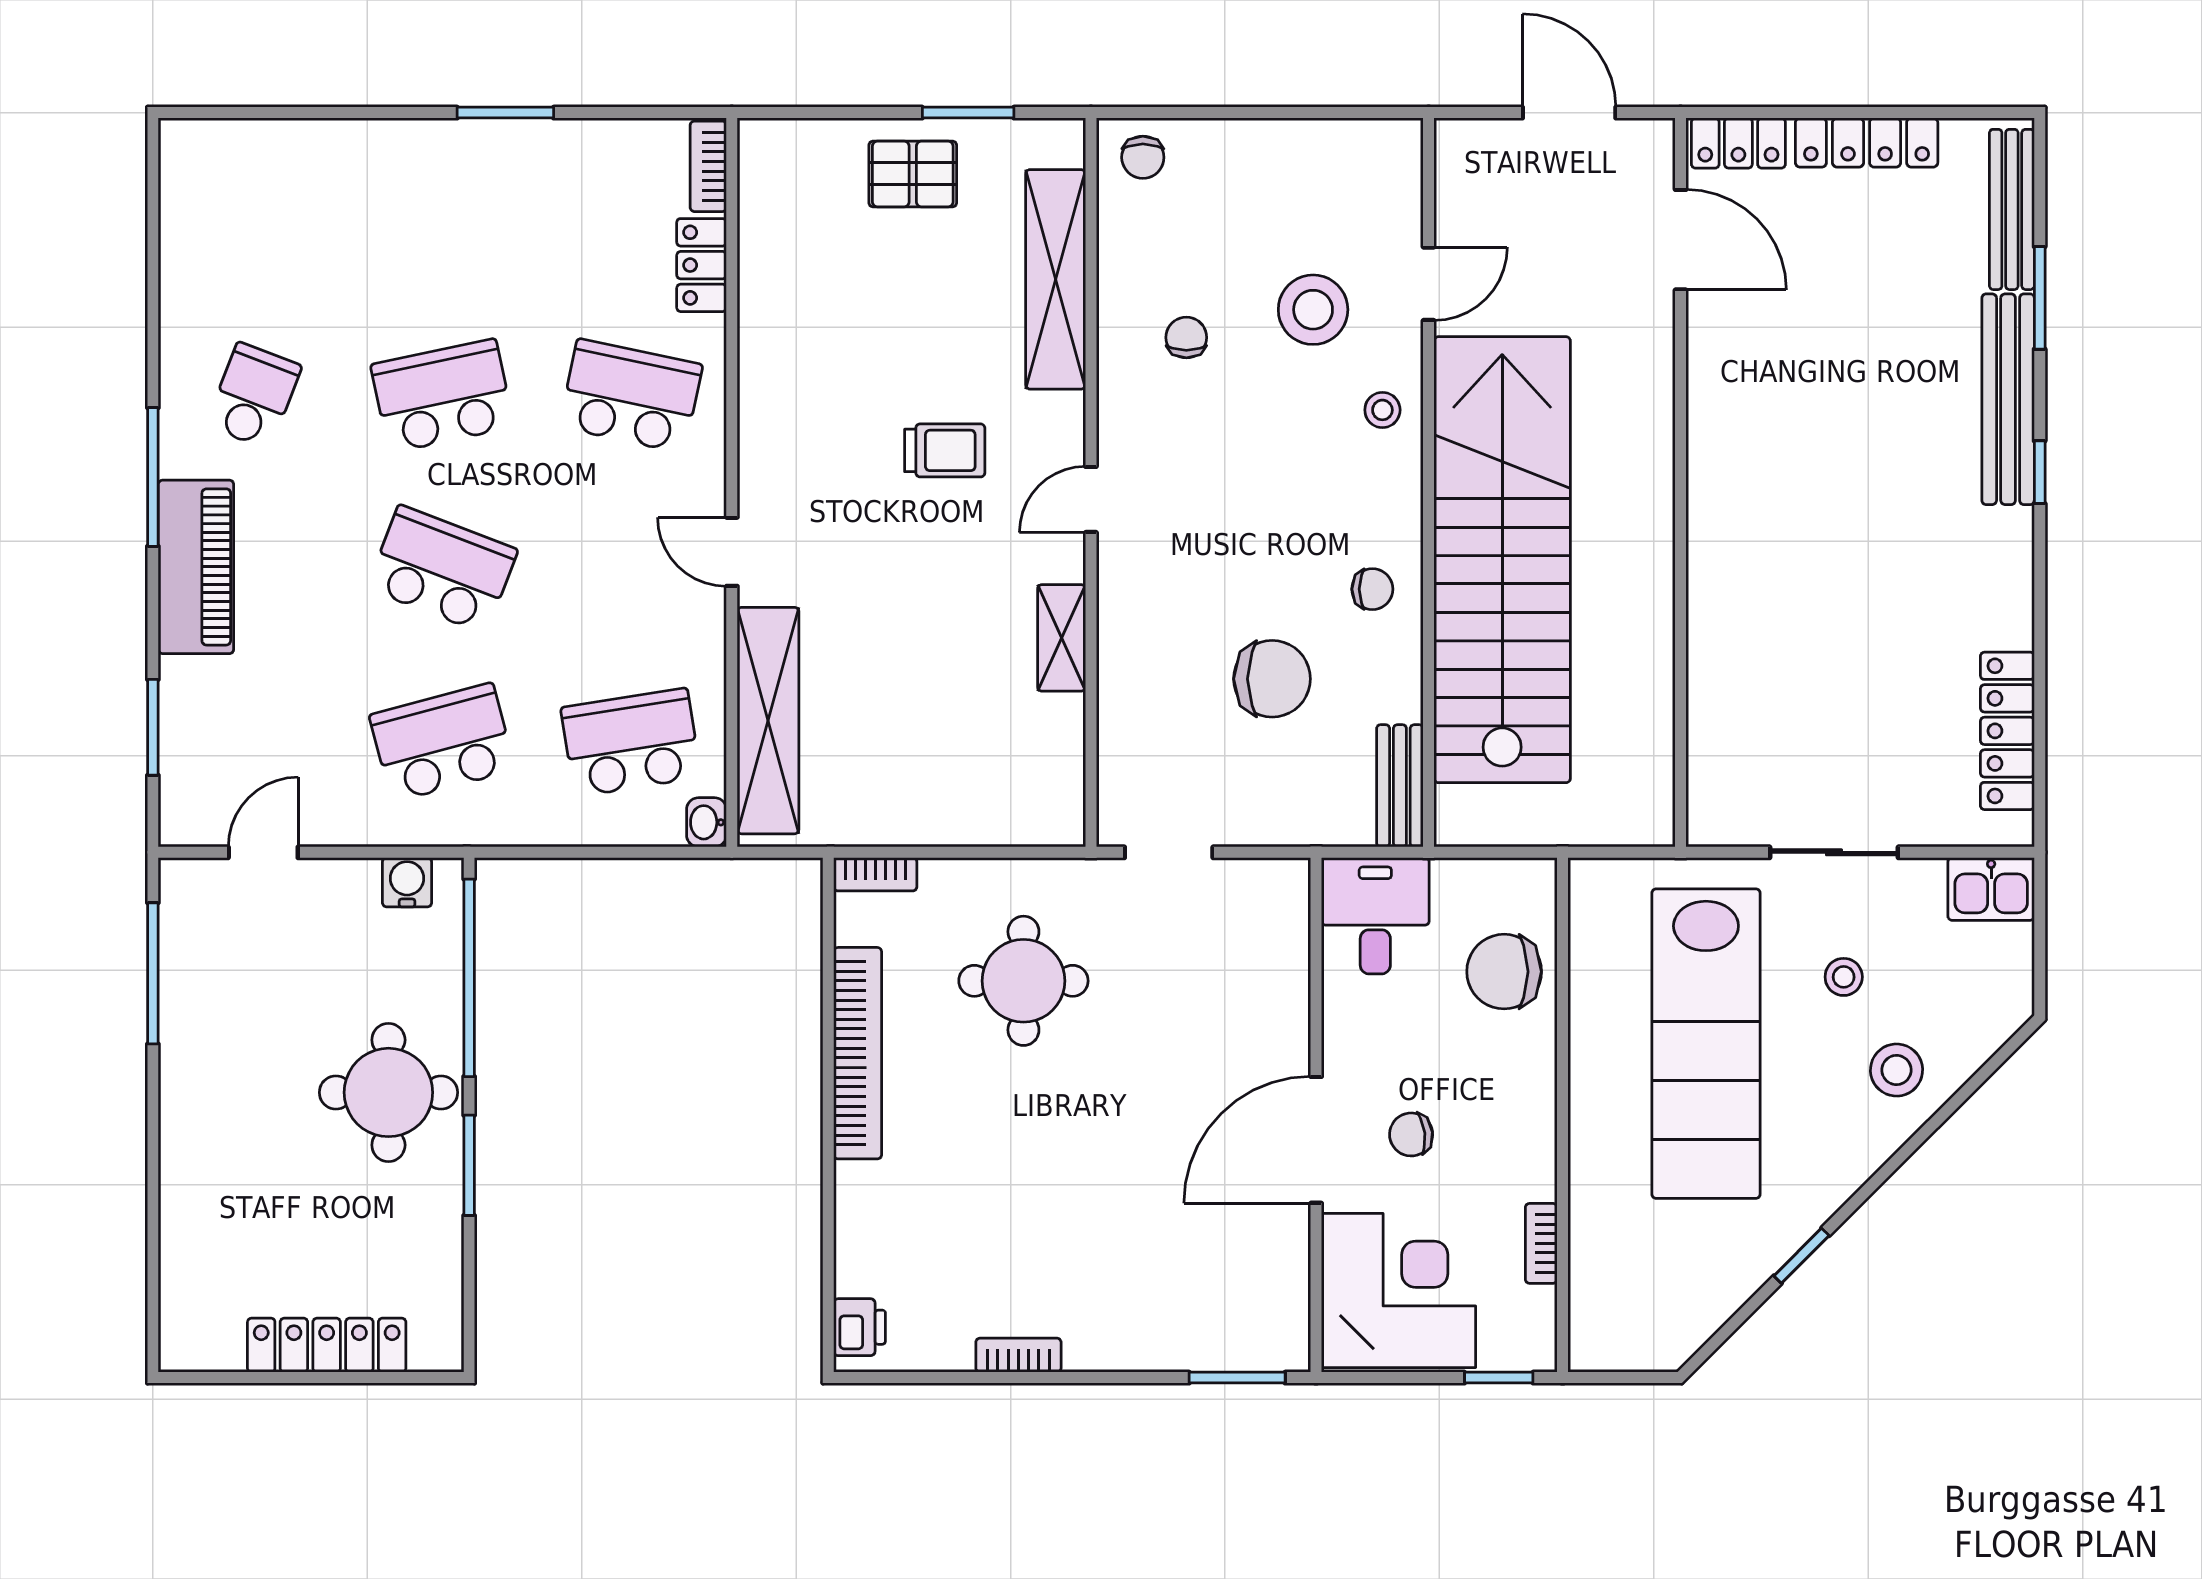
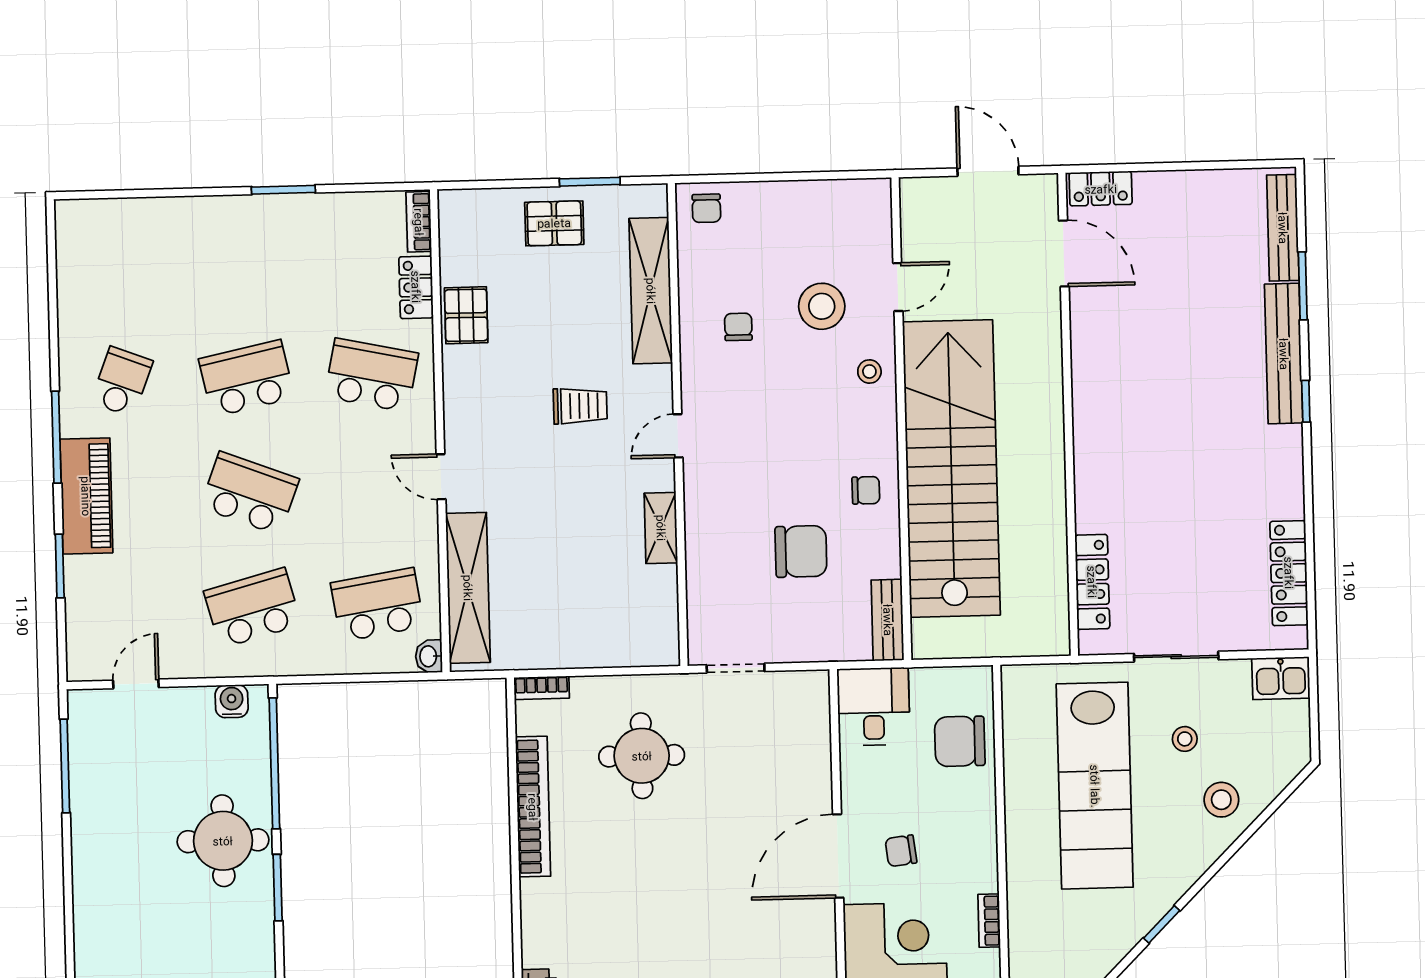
locker: (1867, 143) -> (1092, 582), moved, turned -90
pallet: (776, 309) -> (466, 315), added
window: (153, 727) -> (60, 566), moved

